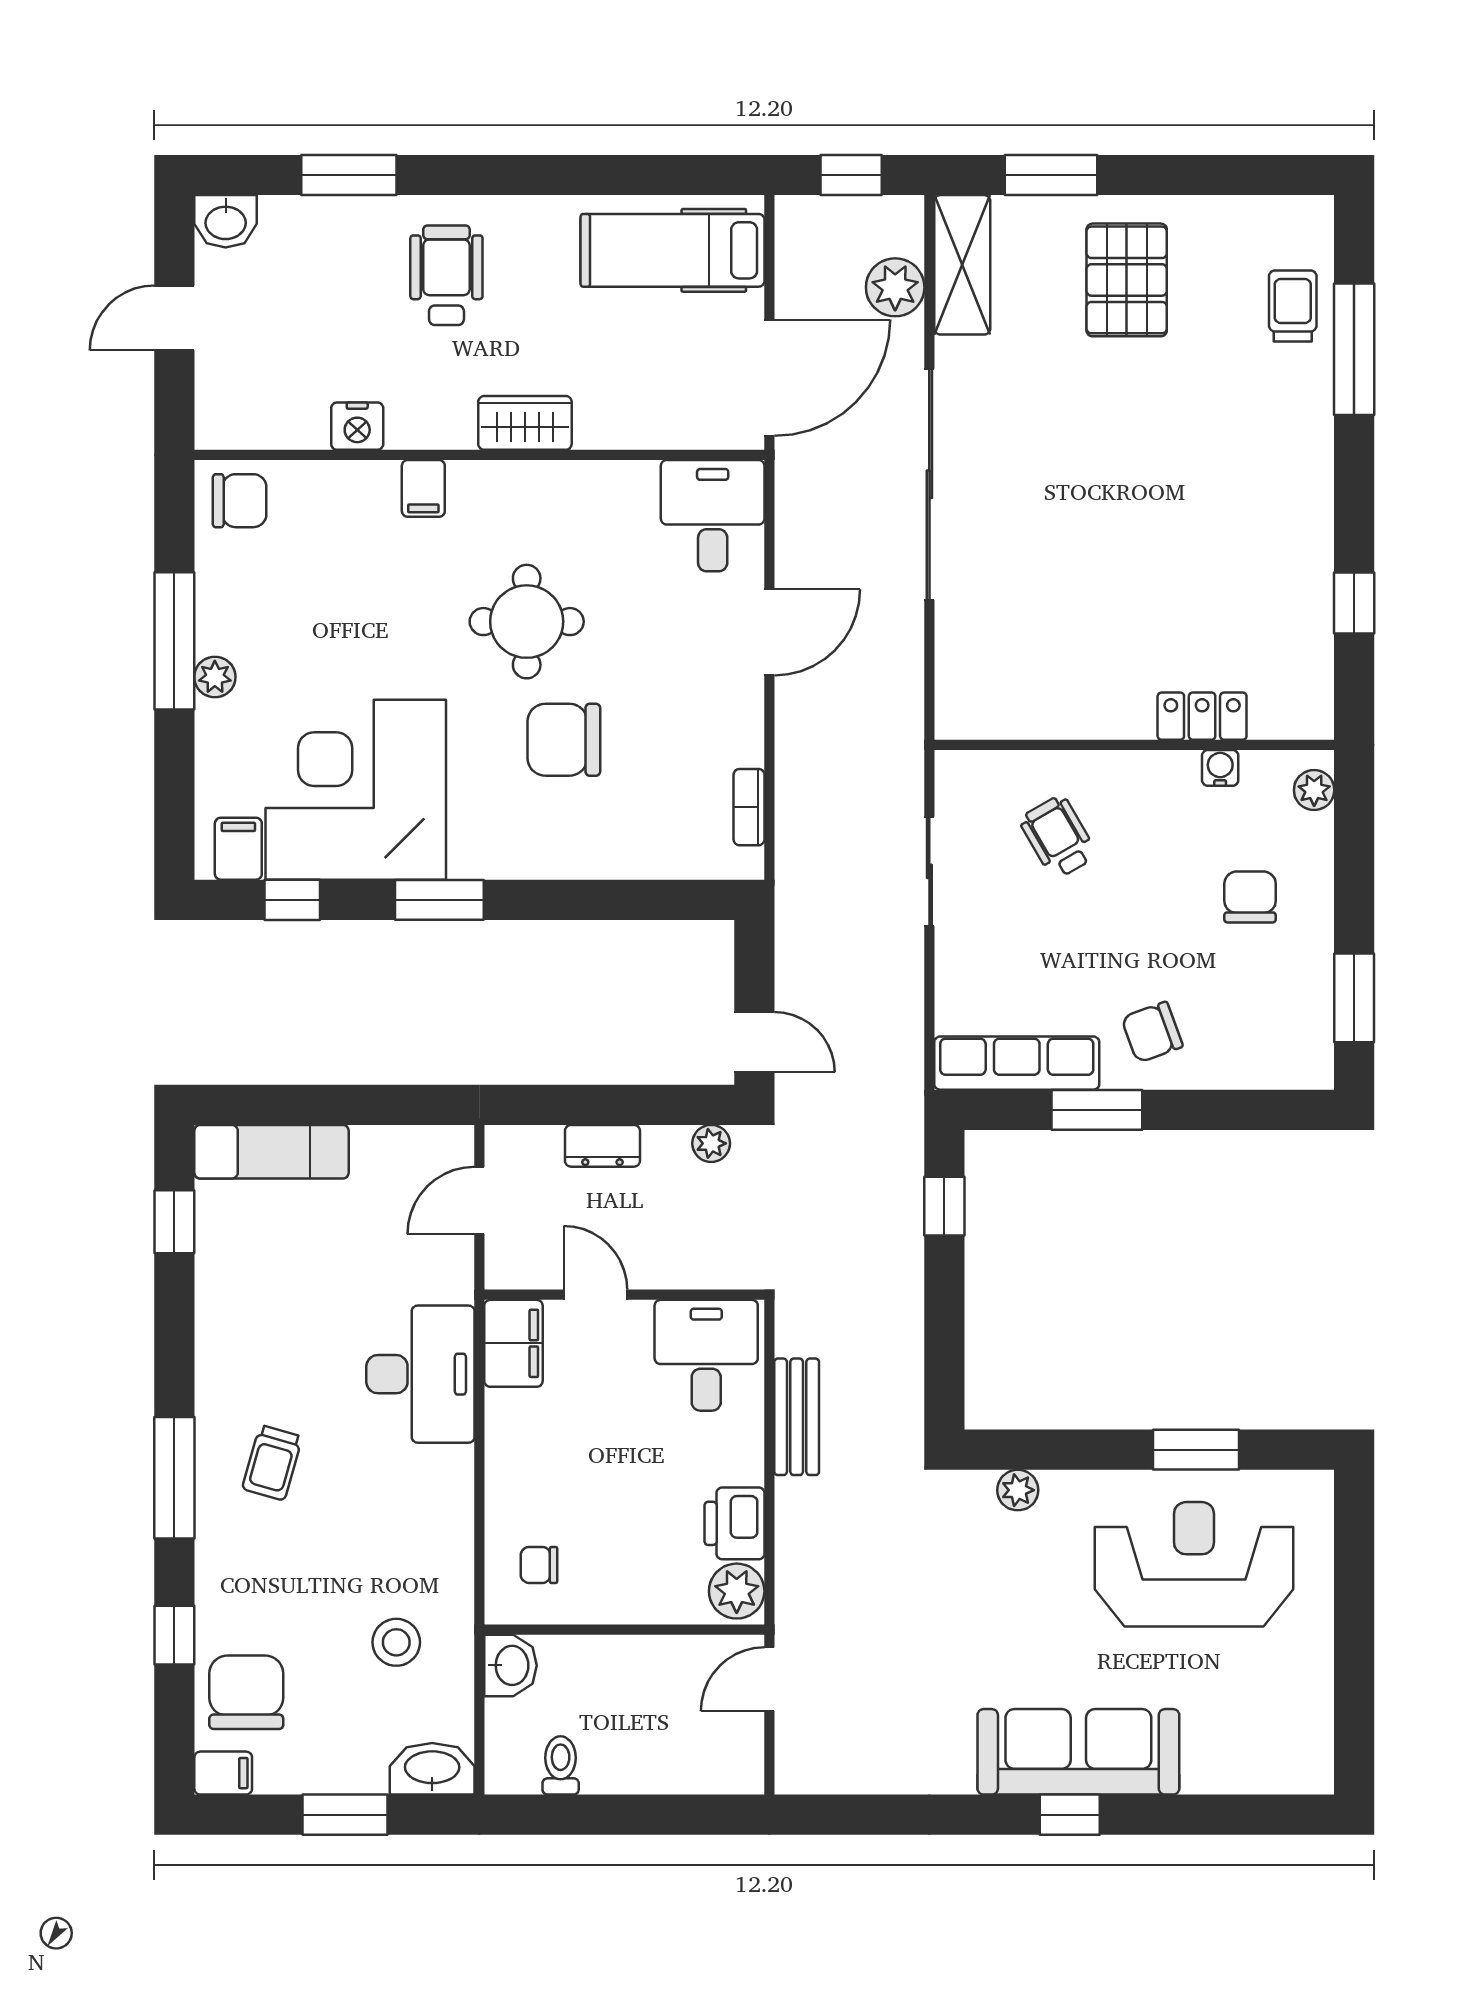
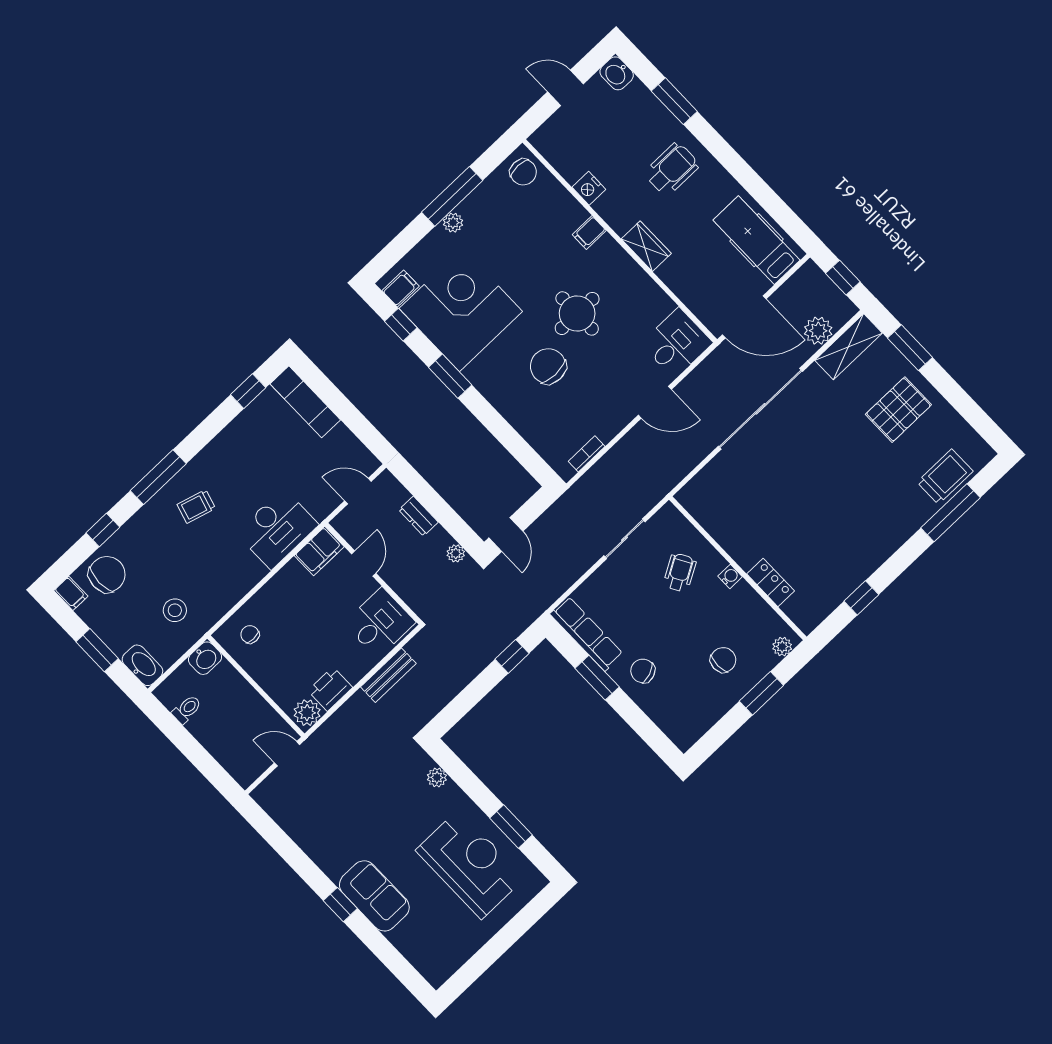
trolley: (1293, 306) -> (945, 477), width x1.36, depth x1.39
water cooler: (1220, 768) -> (730, 576), moved
window: (1354, 998) -> (761, 693), moved
sofa: (1078, 1752) -> (374, 896), width x0.73

